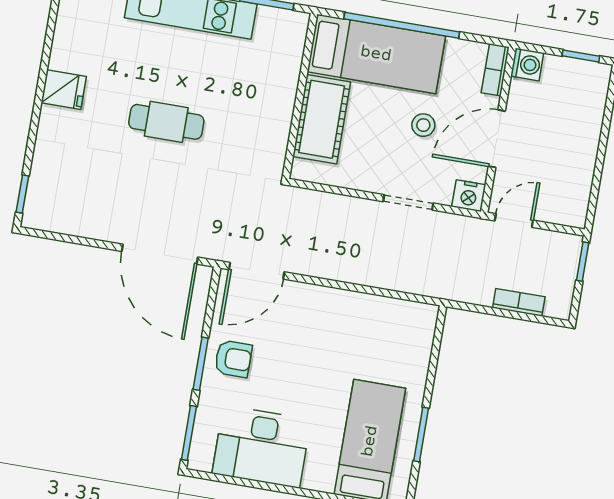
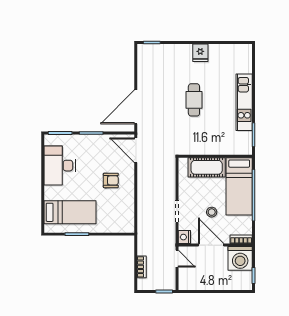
washing machine: (527, 64) -> (240, 258), width x1.89, depth x1.89
armchair: (233, 359) -> (111, 180), moved, turned -90

